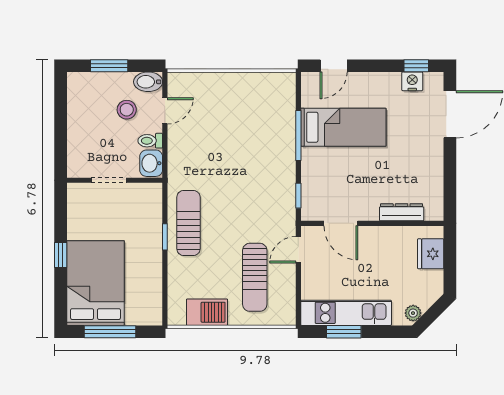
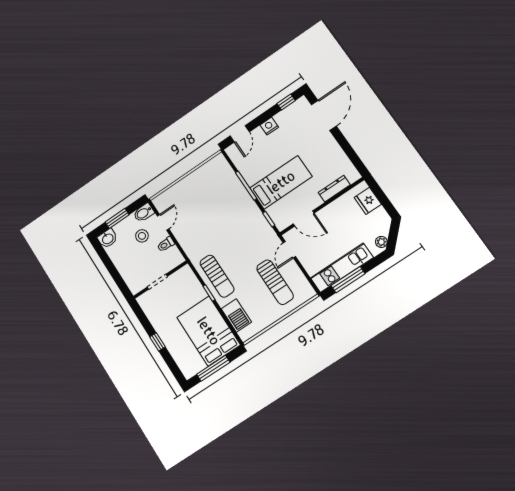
nightstand: (412, 81) -> (269, 126), moved
bed: (343, 127) -> (281, 182), moved
washbasin: (151, 163) -> (108, 239), moved, turned -90
sun lounger: (188, 223) -> (217, 276), turned 180
bed: (95, 283) -> (209, 331), moved
barbecue: (207, 312) -> (236, 315), moved, turned 90
window: (344, 332) -> (348, 280), width x1.44

